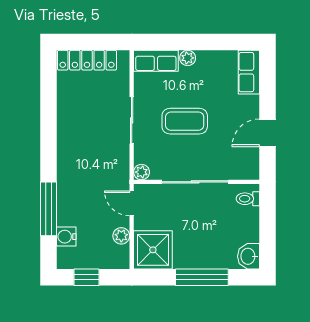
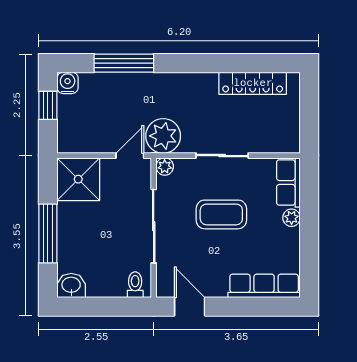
locker: (87, 60) -> (253, 83), moved, turned -90
row of seats: (249, 72) -> (264, 286), width x1.48
coffee table: (185, 121) -> (221, 214), turned 90
door: (268, 133) -> (190, 307), moved
plant: (121, 236) -> (163, 136), moved, width x1.88, depth x1.88
water cooler: (66, 237) -> (68, 83), moved

